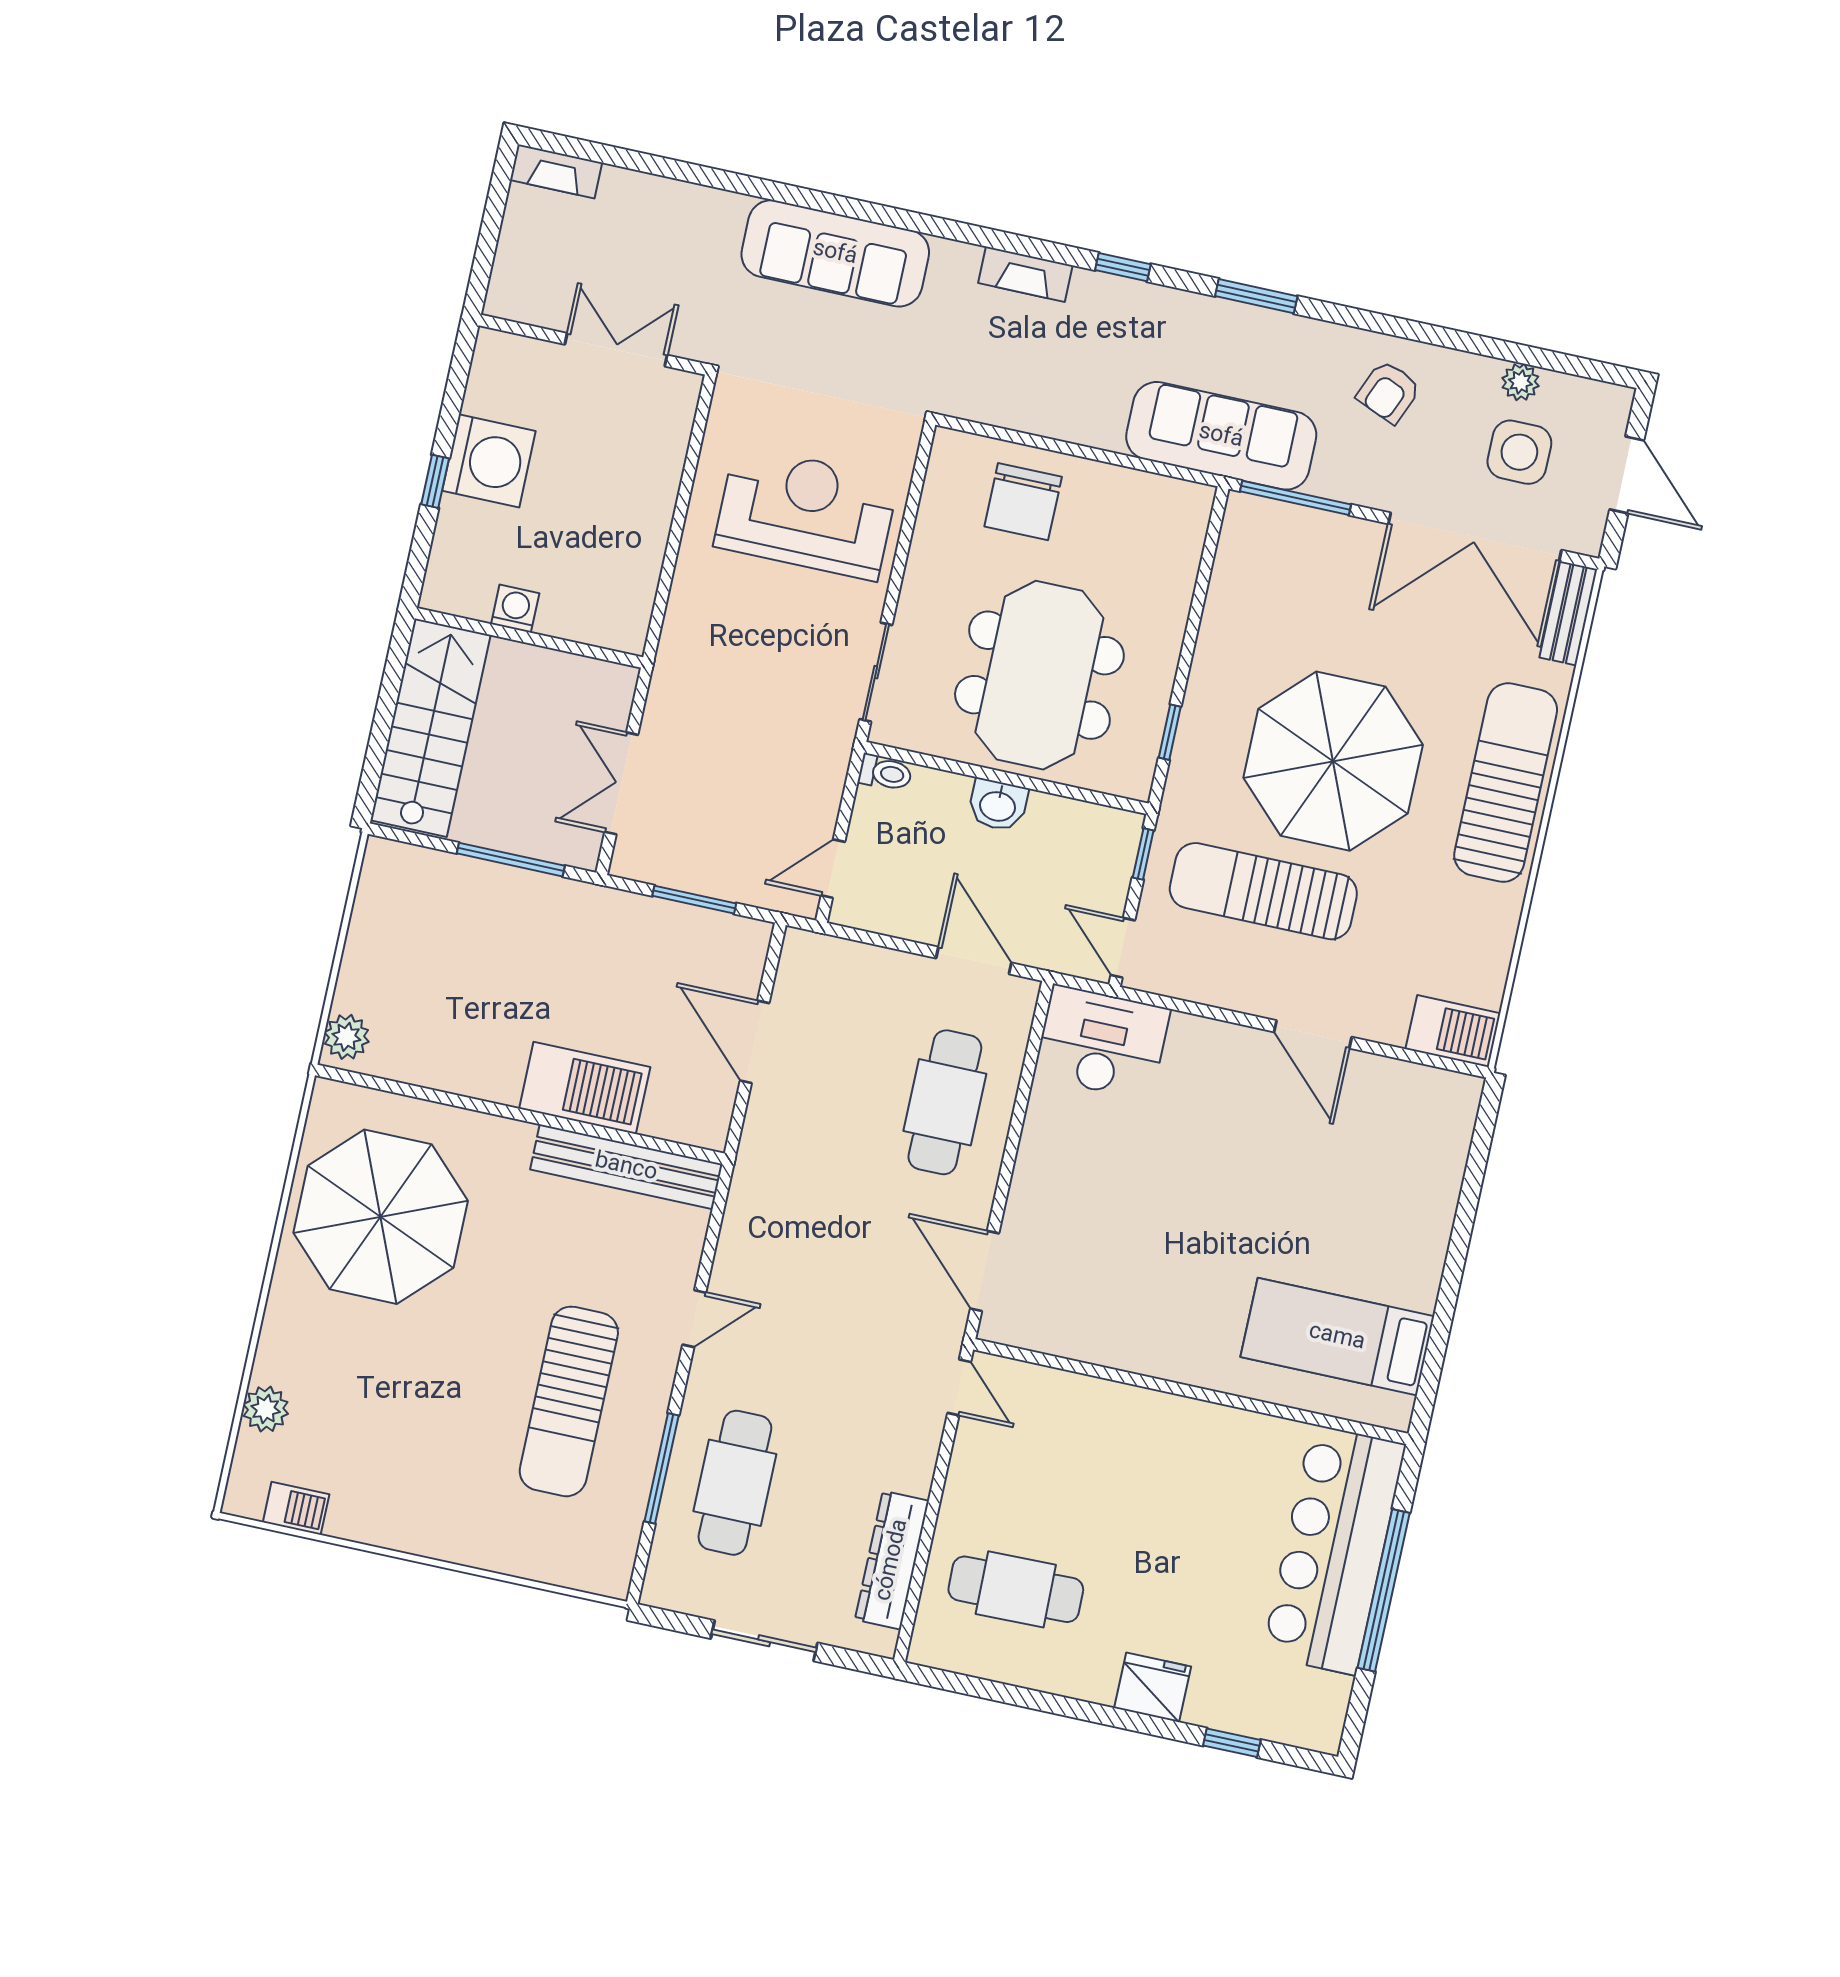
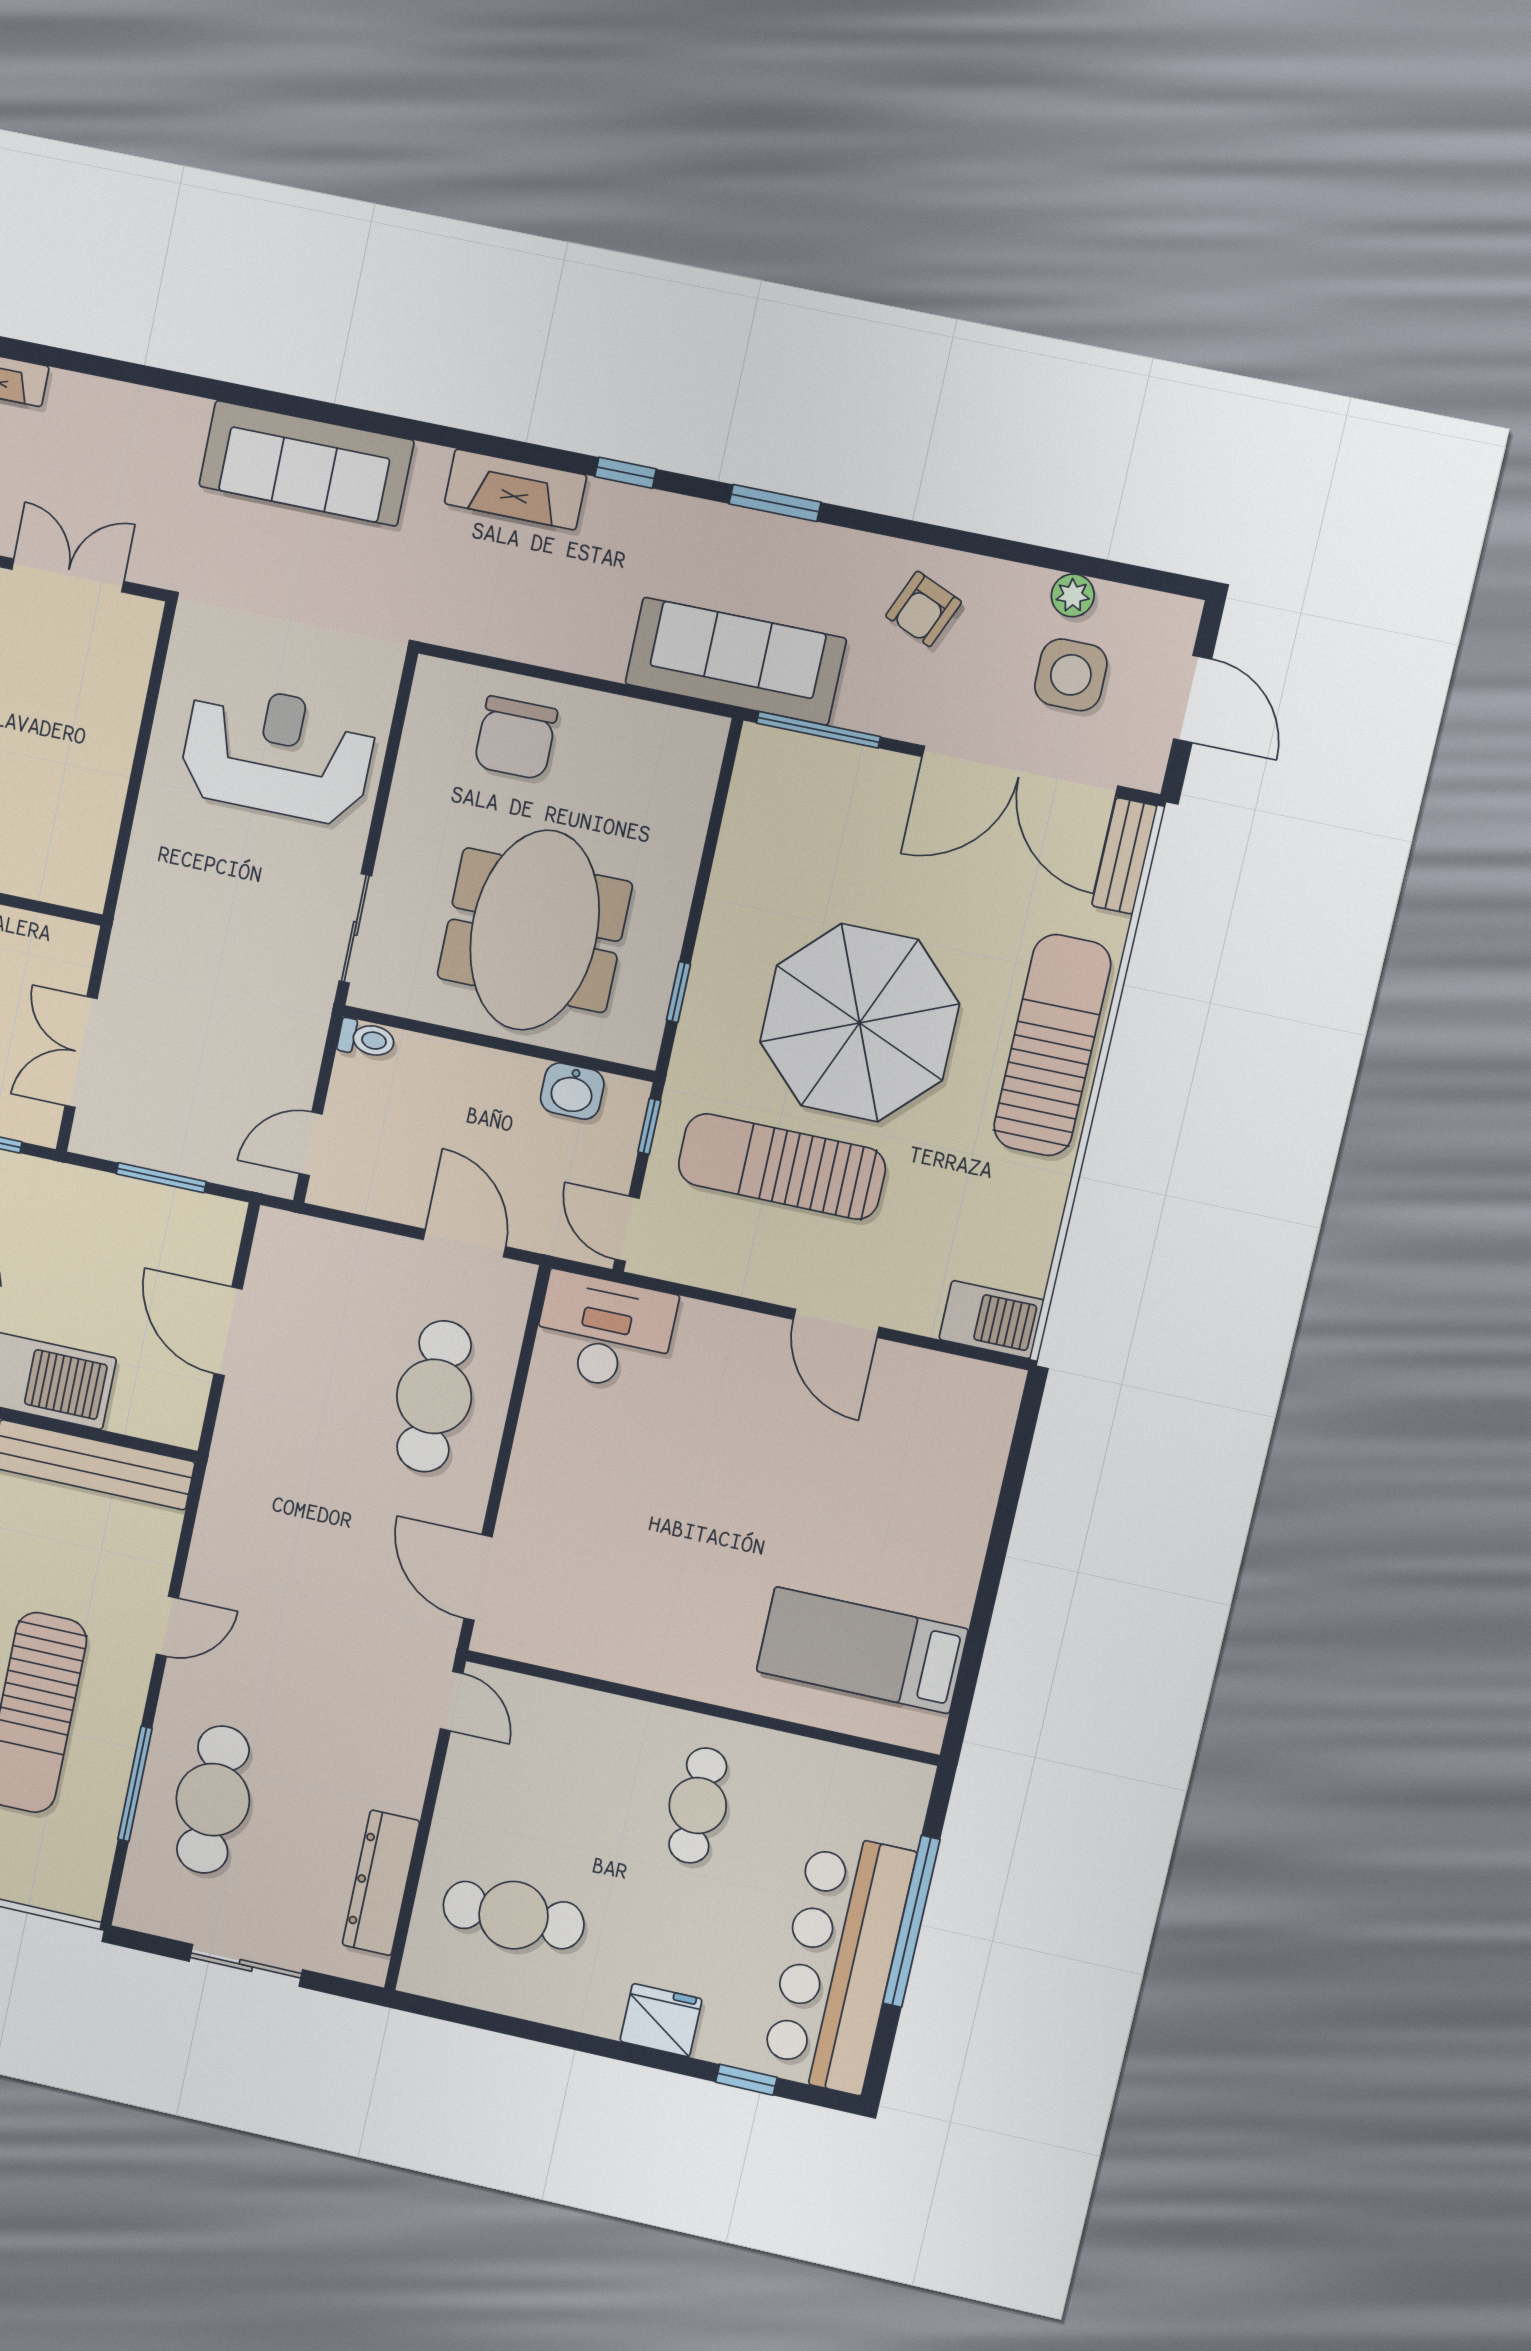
fireplace: (1025, 274) -> (515, 489), width x1.37, depth x1.32
washbasin: (998, 805) -> (572, 1091), moved
cafe table: (1187, 1483) -> (698, 1806), added
bar counter: (1334, 1550) -> (838, 1963), moved

